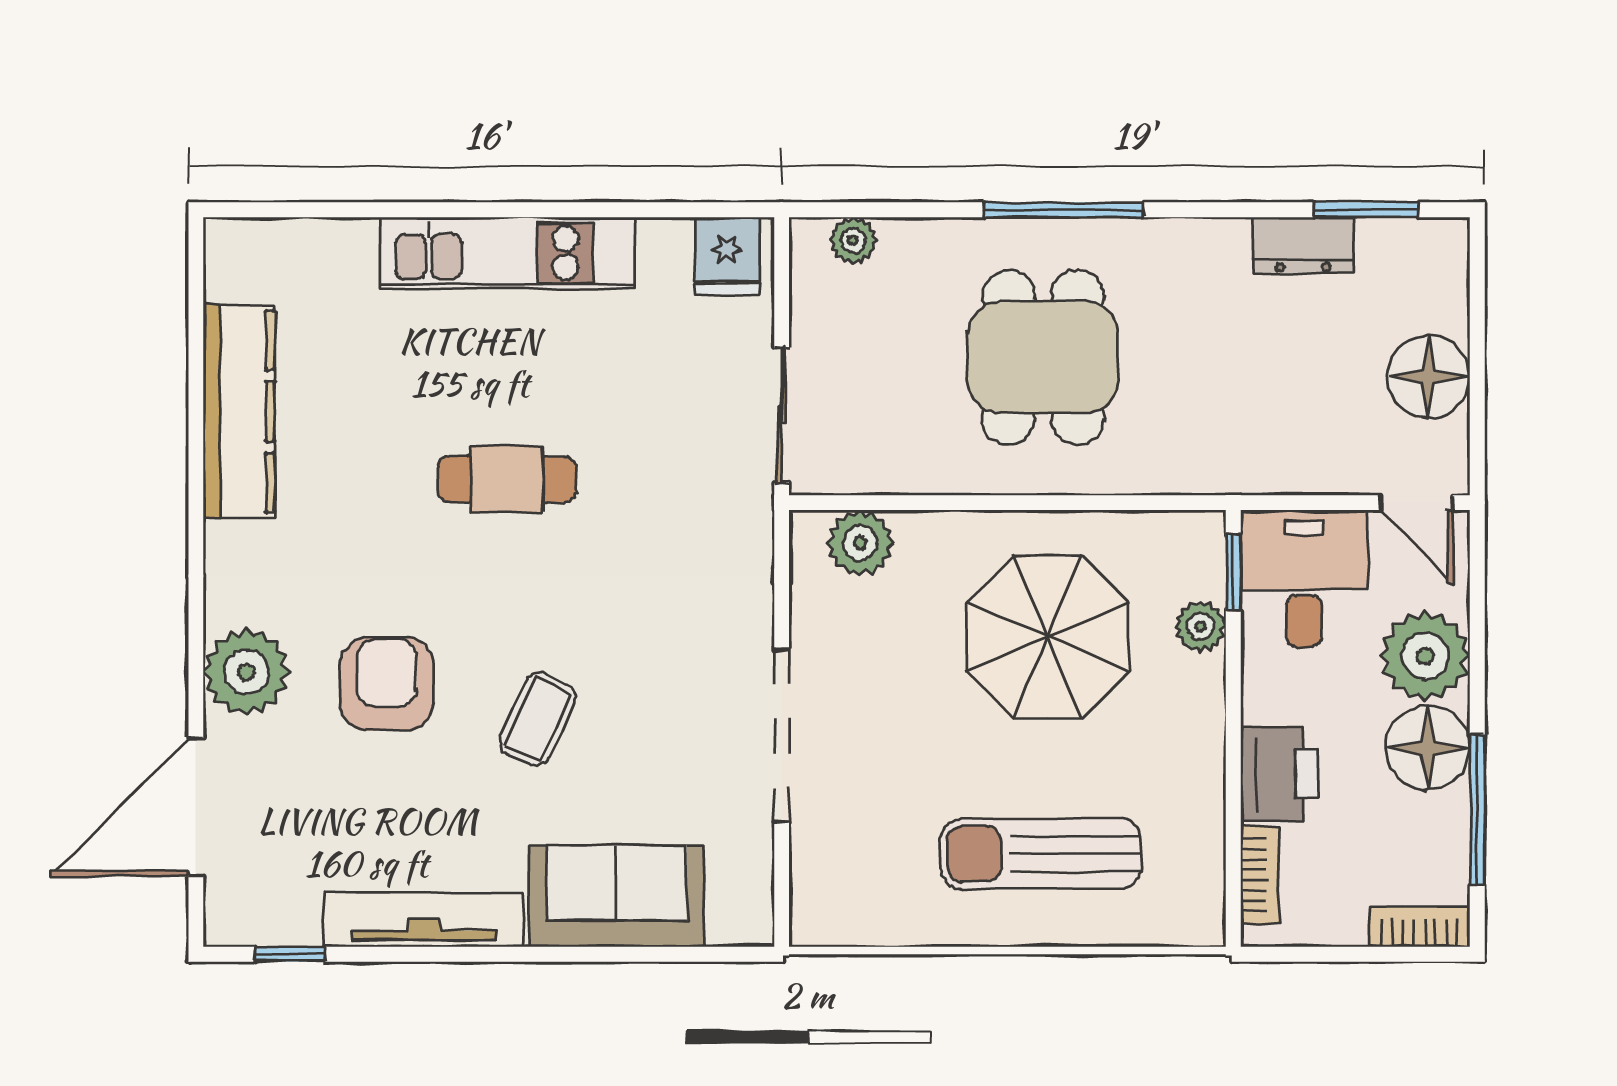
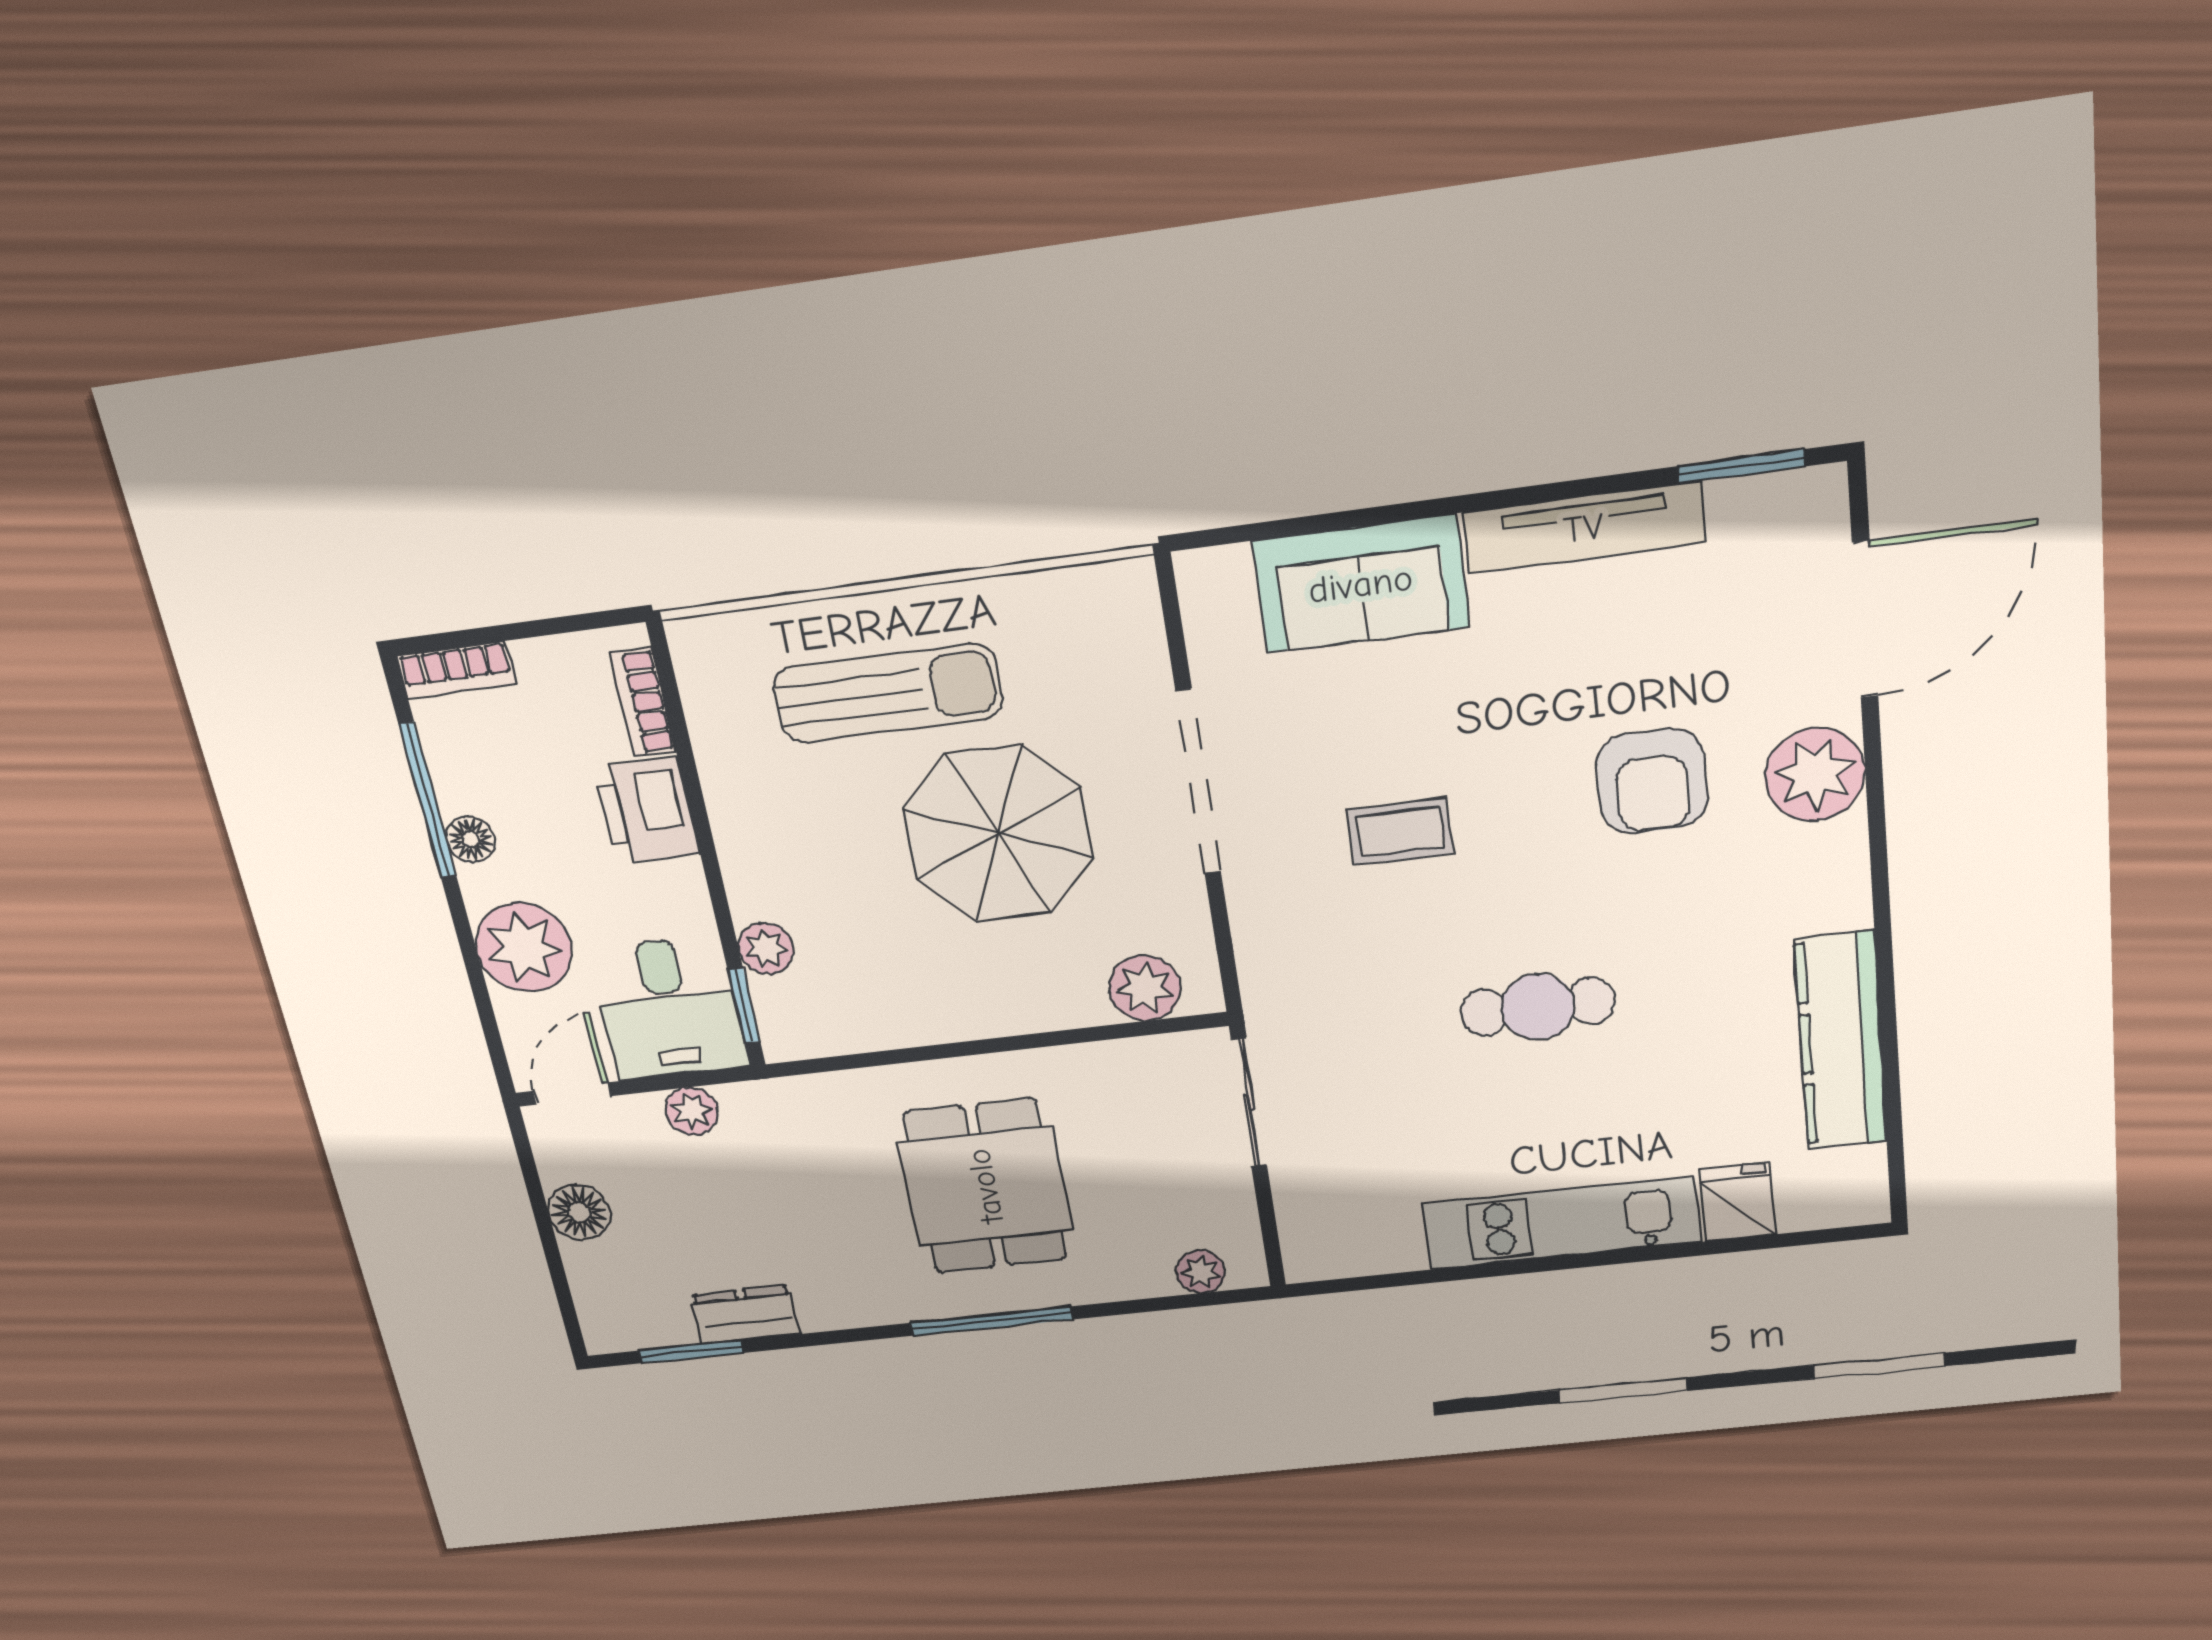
fridge: (727, 256) -> (1737, 1202), moved
floor lamp: (1428, 376) -> (579, 1212), width x0.73, depth x0.73
plant: (1306, 470) -> (692, 1111), added
door: (1416, 503) -> (572, 1094), hinge flipped
parasol: (1047, 637) -> (998, 834), moved
coffee table: (538, 719) -> (1400, 832), moved, turned 65
floor lamp: (1428, 748) -> (471, 839), width x0.53, depth x0.53
window: (290, 954) -> (1741, 466), width x1.50

